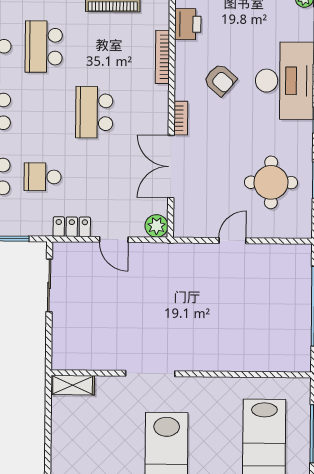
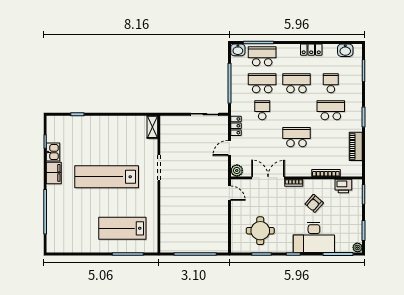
door: (232, 241) -> (229, 193), moved

